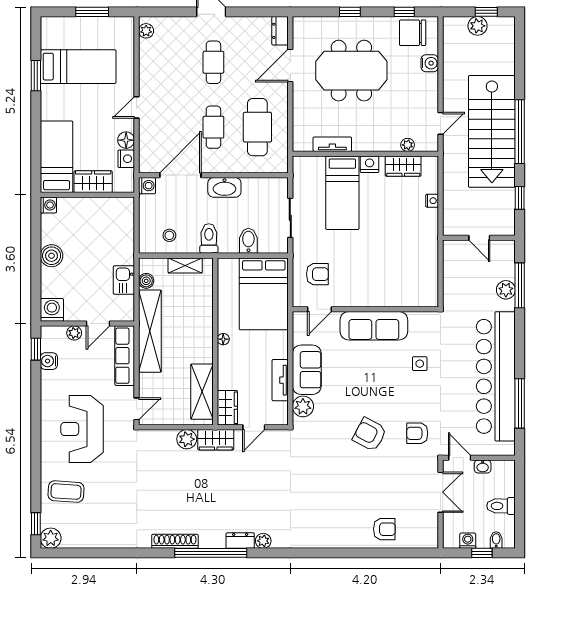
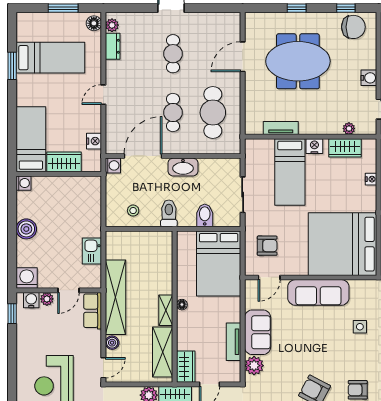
dresser: (280, 31) -> (113, 46), moved, turned 180
chair: (413, 33) -> (353, 27), turned 180
water cooler: (430, 63) -> (369, 78), moved
floor lamp: (126, 140) -> (94, 23), moved
shelving: (185, 265) -> (166, 310), moved, turned 90
bed: (401, 272) -> (343, 244), added
boiler: (146, 281) -> (112, 343), moved
row of seats: (125, 356) -> (93, 311), width x0.68
water cooler: (49, 361) -> (31, 300), moved, turned 90

